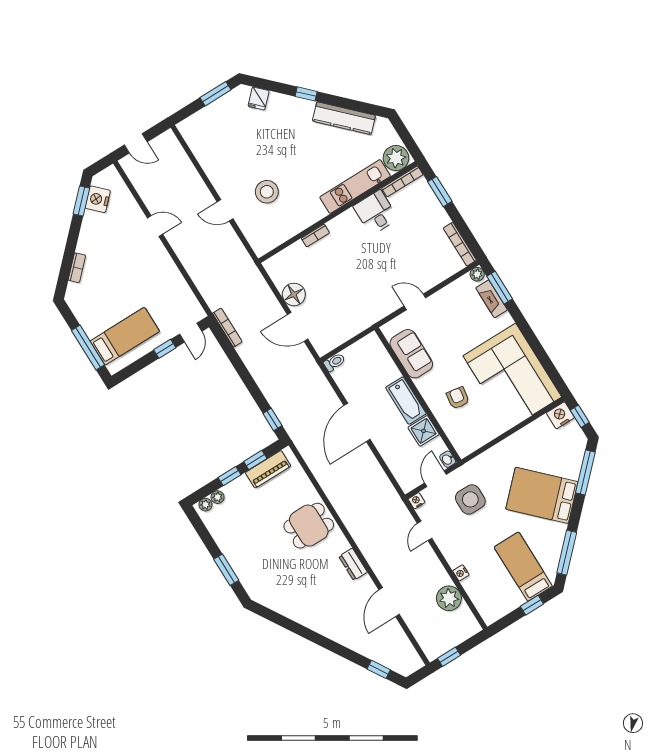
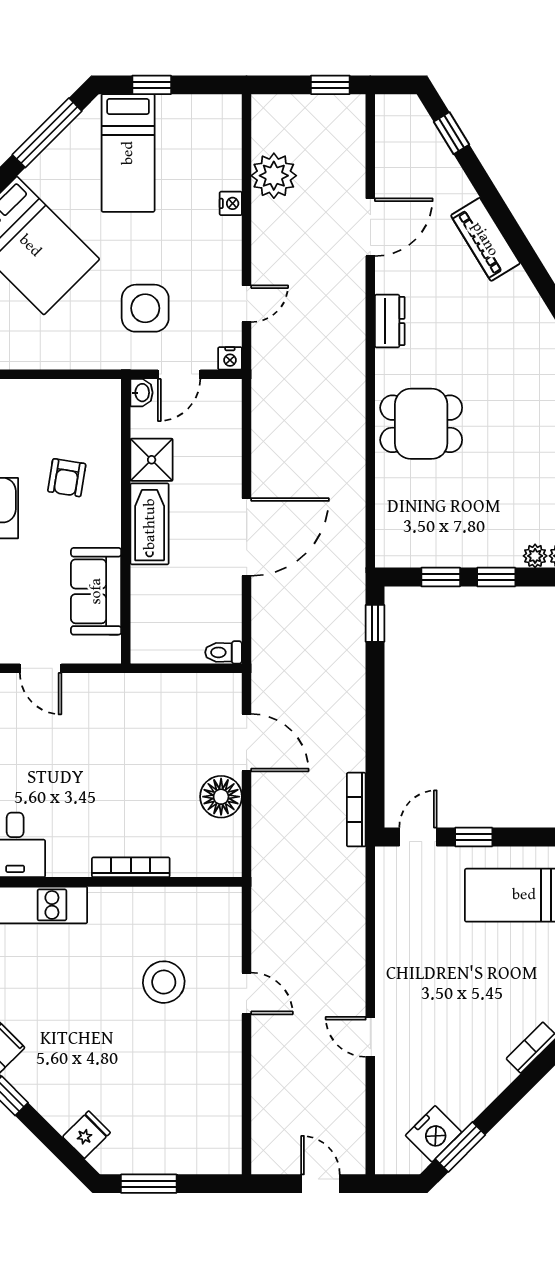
bookcase: (315, 236) -> (131, 867), width x1.56
piano: (268, 469) -> (485, 239), moved, turned -122

